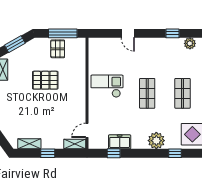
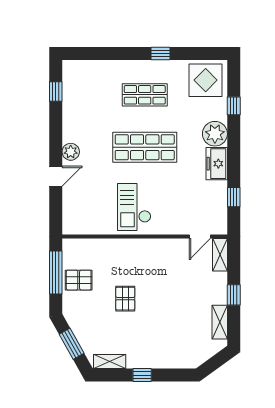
window: (173, 33) -> (56, 92), moved
plant: (190, 43) -> (71, 152), moved
pallet: (45, 80) -> (125, 299), width x0.67, depth x0.71
shop shelf: (147, 93) -> (145, 147), width x1.43, depth x1.36
door: (87, 130) -> (200, 237), hinge flipped
freezer: (120, 142) -> (217, 164), moved

